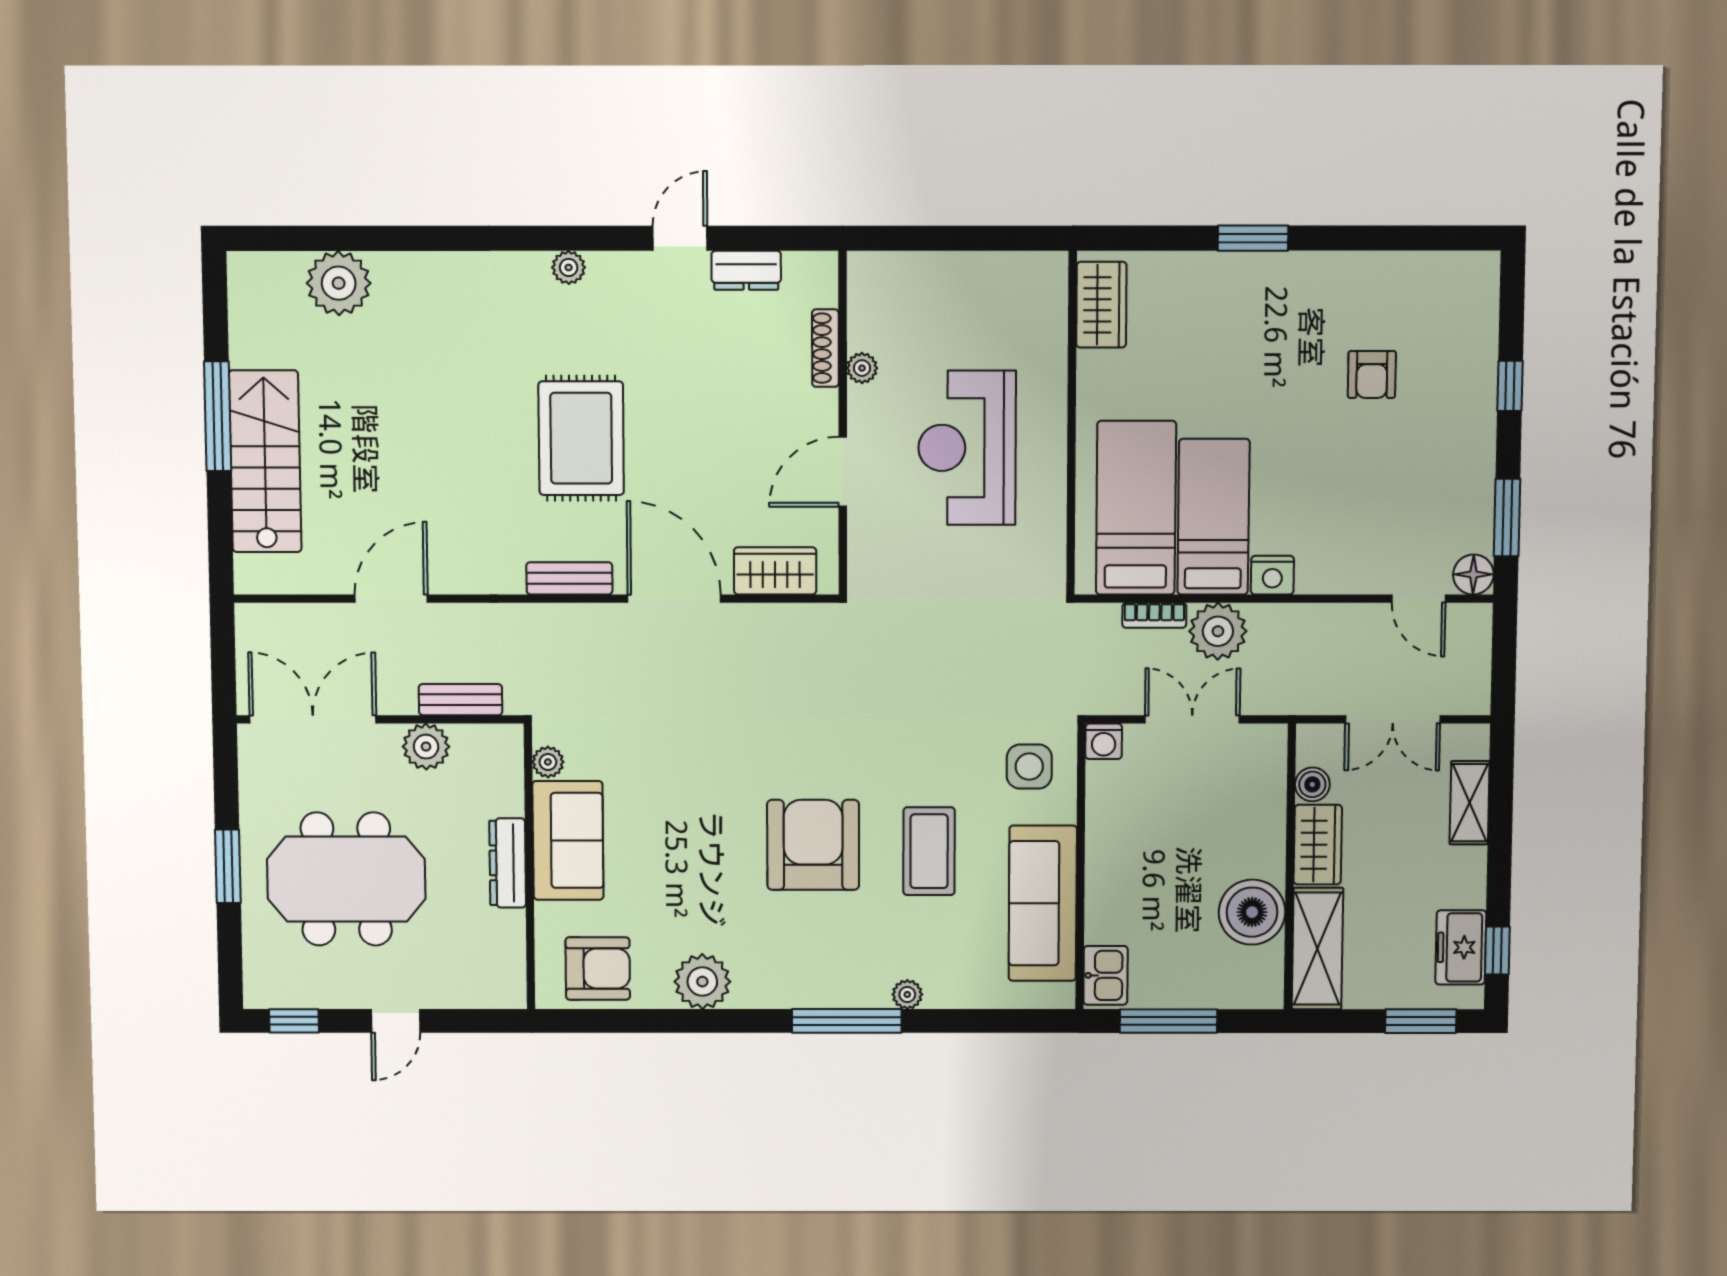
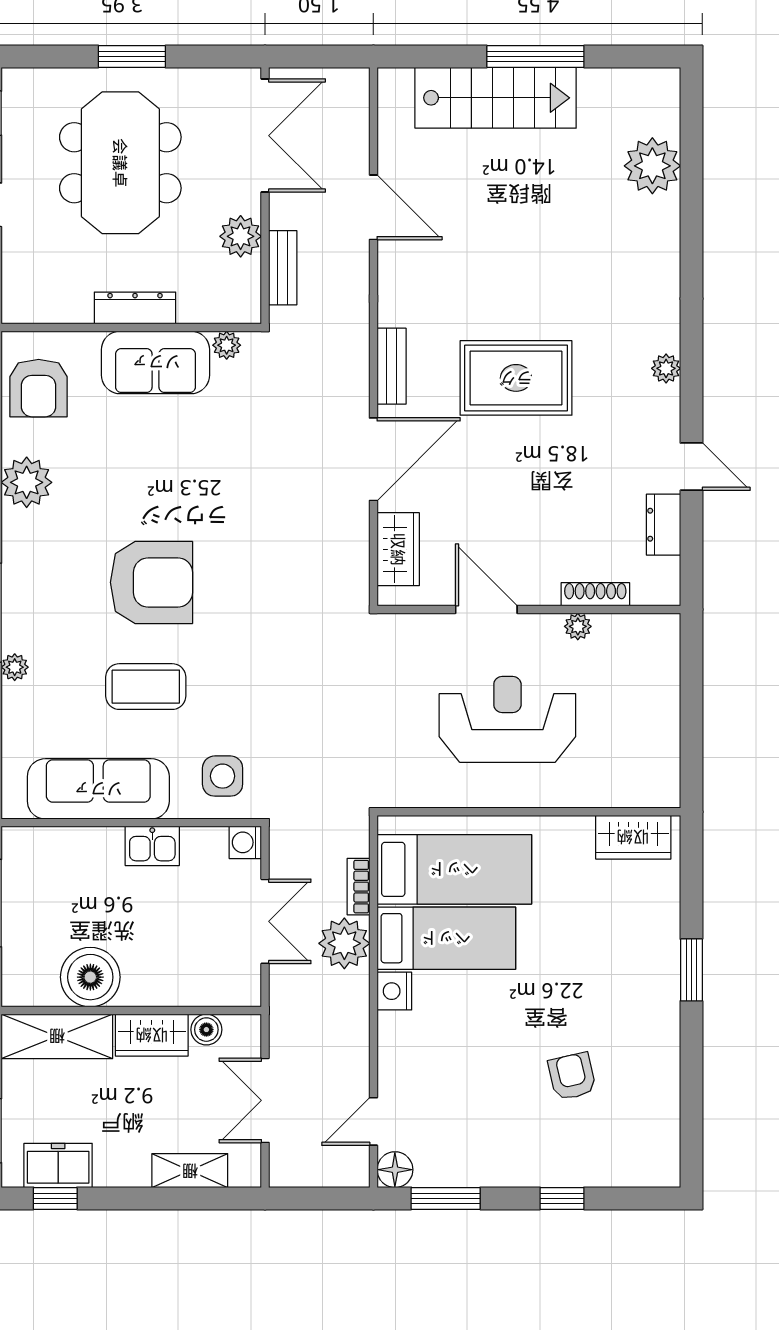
armchair: (1372, 374) -> (572, 1076), turned 77
kitchen sink: (1106, 975) -> (152, 846), moved

